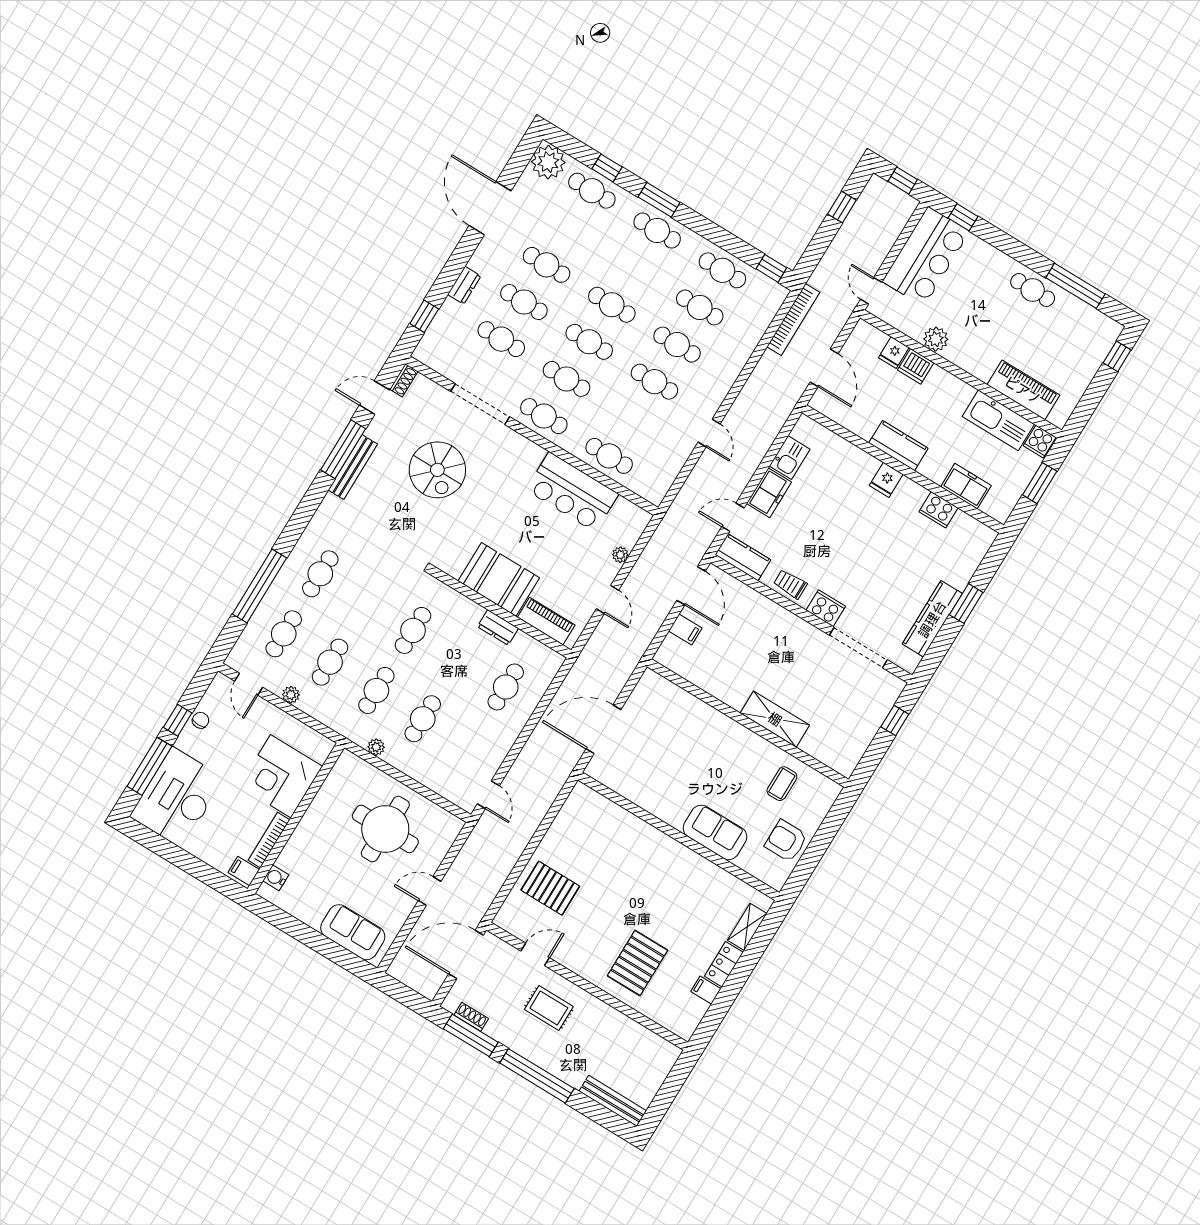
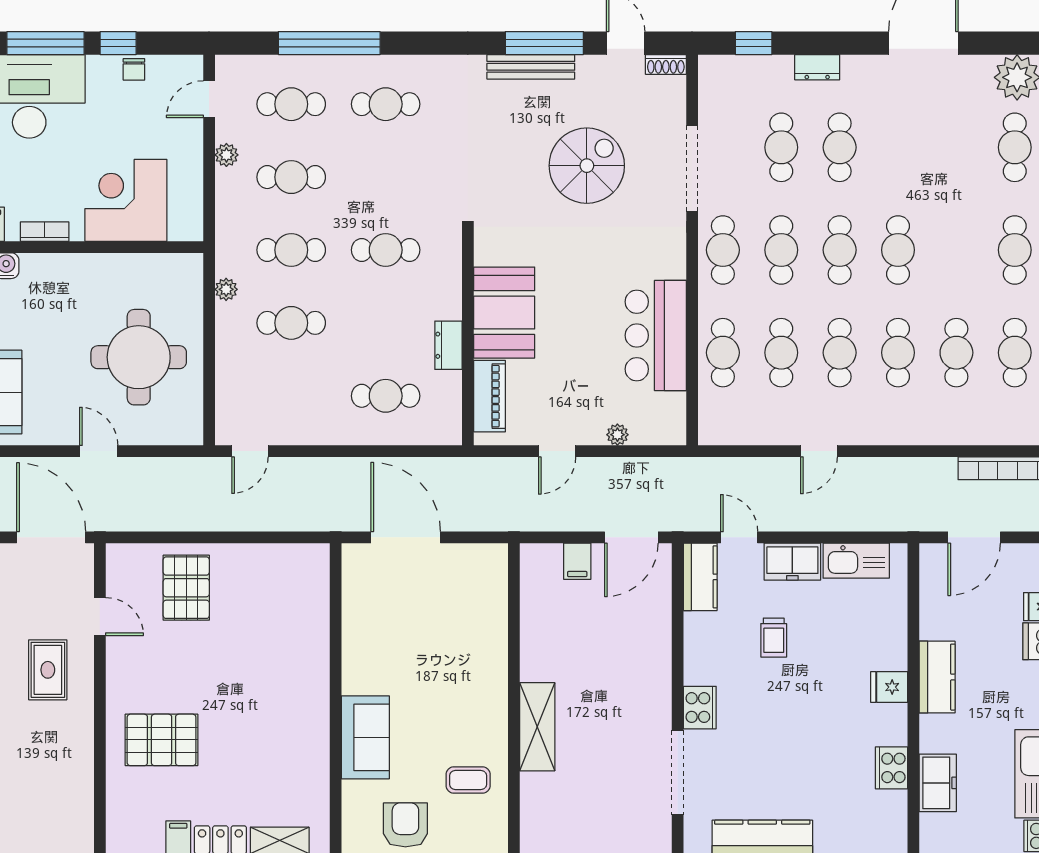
cafe table: (547, 265) -> (781, 353), moved
kitchen sink: (790, 458) -> (856, 561), width x1.38
spiral stairs: (437, 470) -> (587, 166), turned 180
trolley: (790, 584) -> (774, 638), moved, turned 180
chair: (201, 720) -> (134, 69), turned 90
bookcase: (269, 840) -> (45, 232), width x0.64

